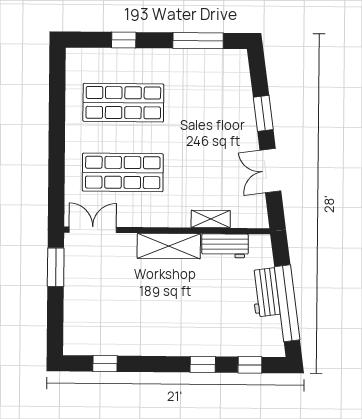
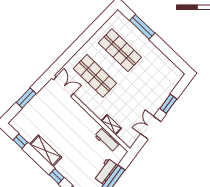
window: (124, 40) -> (142, 27), width x2.17
window: (198, 41) -> (170, 53), removed
shelving: (169, 246) -> (46, 151), moved
window: (56, 267) -> (26, 98), moved

